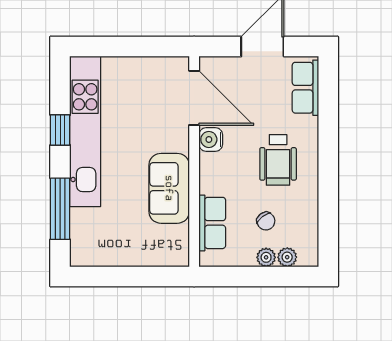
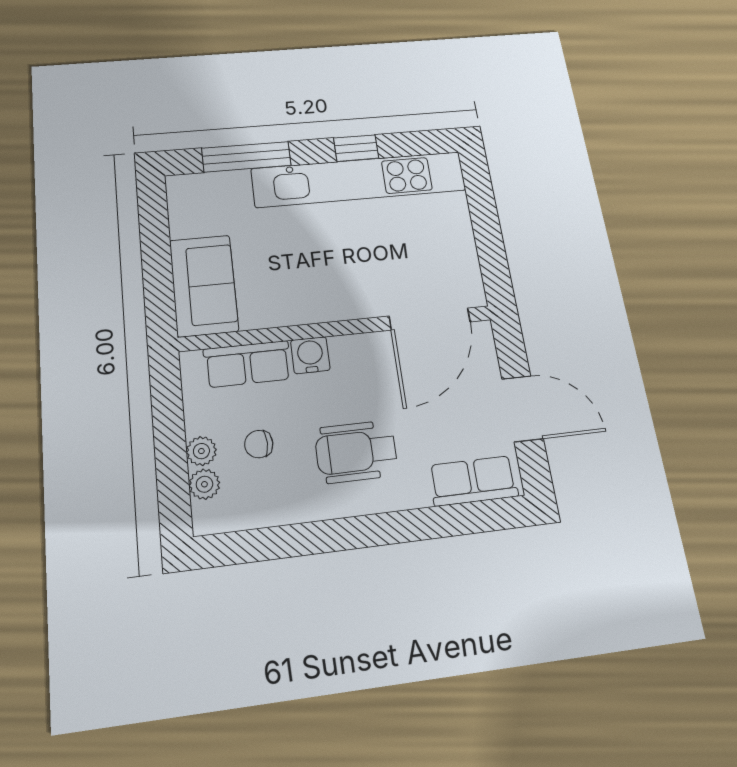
water cooler: (211, 139) -> (310, 355), moved
sofa: (169, 188) -> (204, 285), moved, turned 90
chair: (266, 221) -> (259, 444), turned 38

